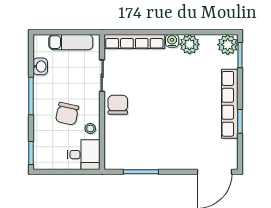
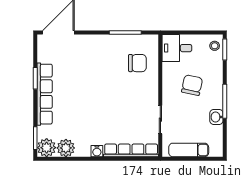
plant: (190, 44) -> (66, 148), moved
washbasin: (40, 66) -> (216, 117), moved
chair: (118, 105) -> (137, 63), moved, turned -90
stool: (90, 128) -> (215, 46), moved

